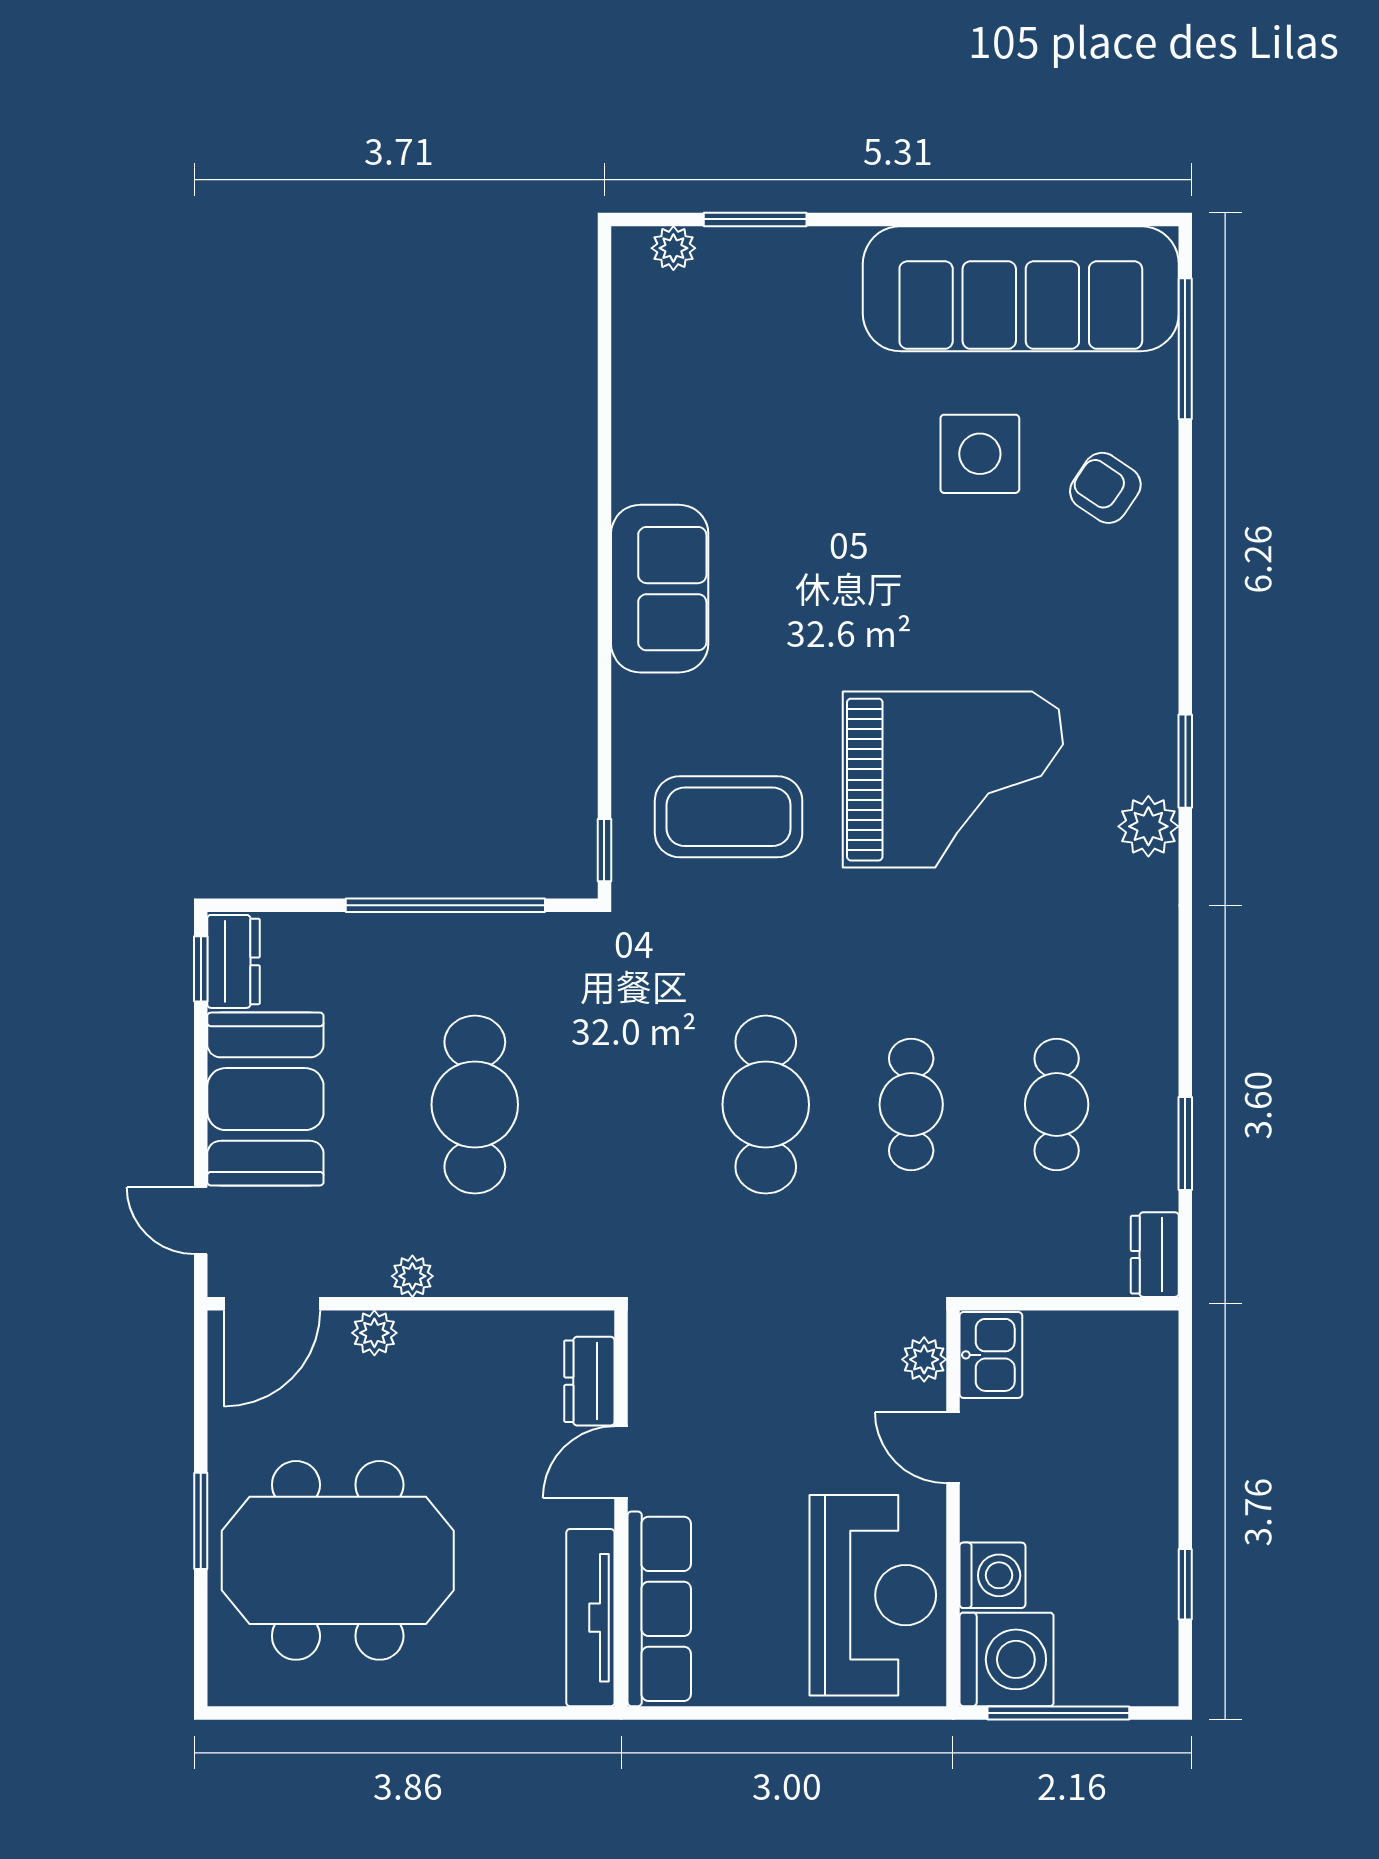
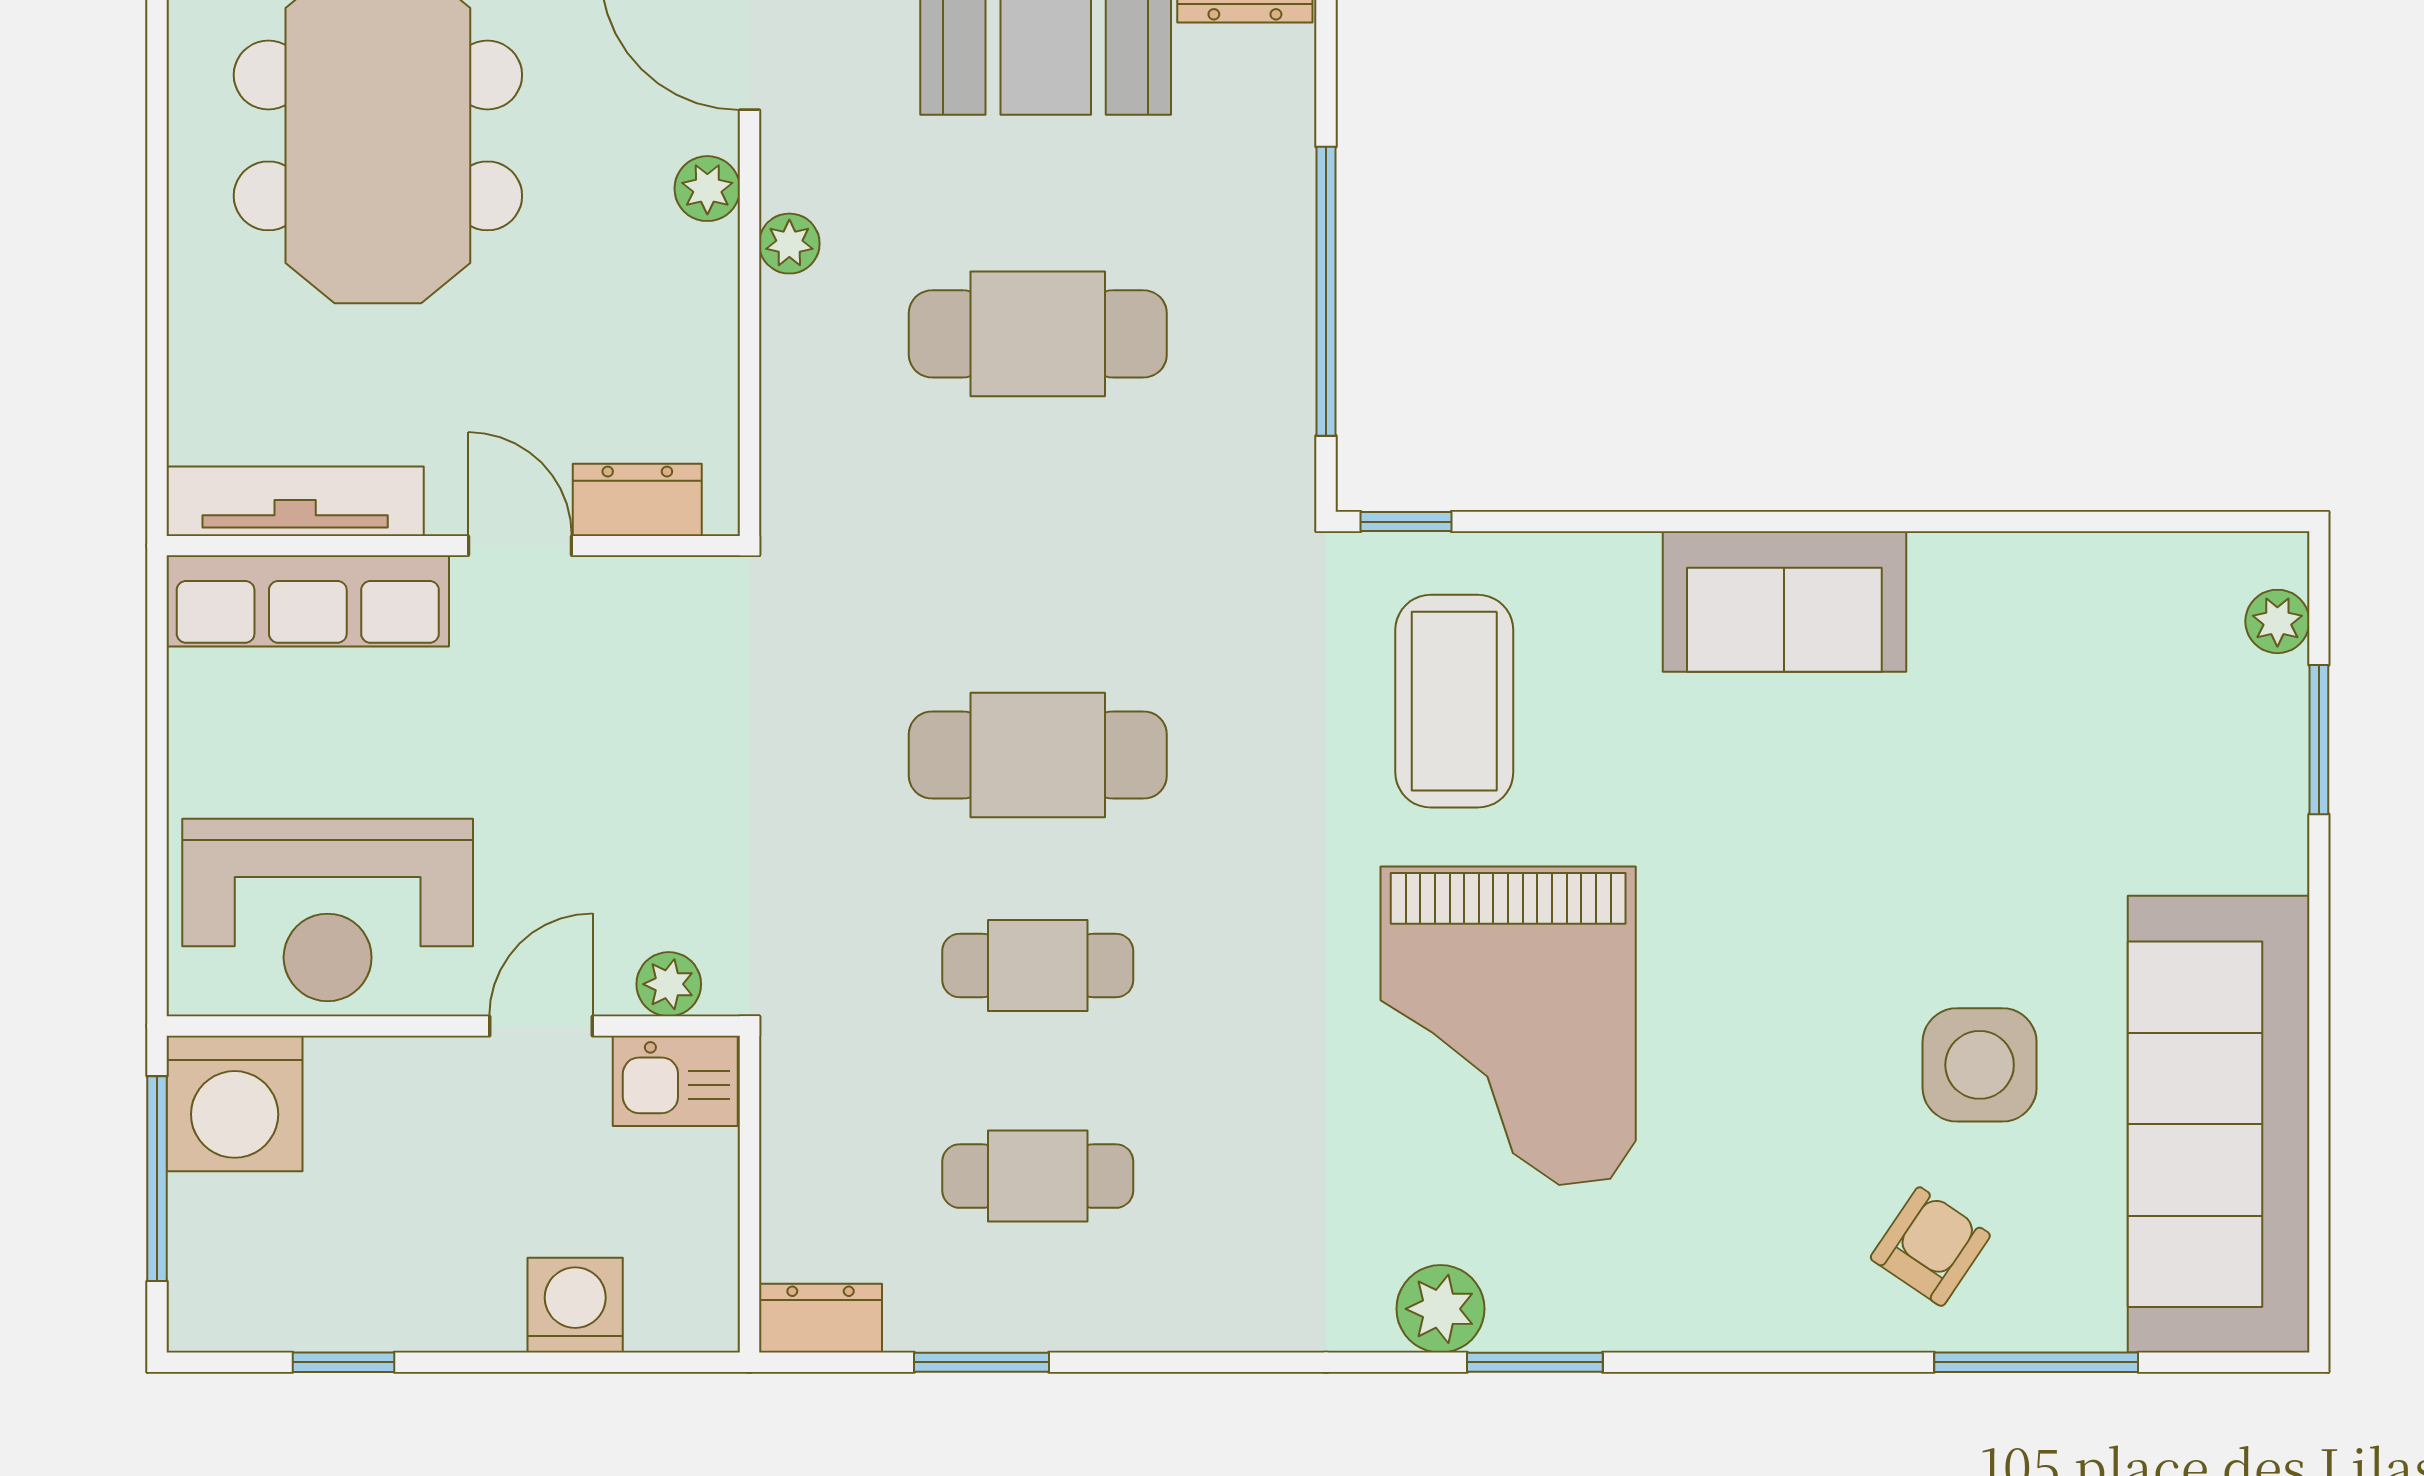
window: (1185, 349) -> (2036, 1362), moved
washing machine: (992, 1575) -> (575, 1305), moved, turned 180

